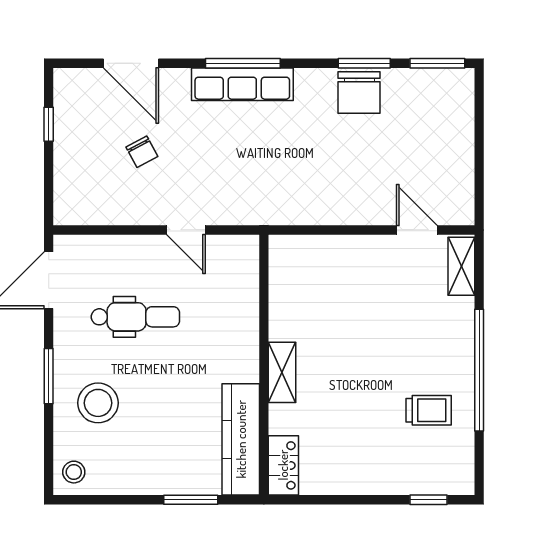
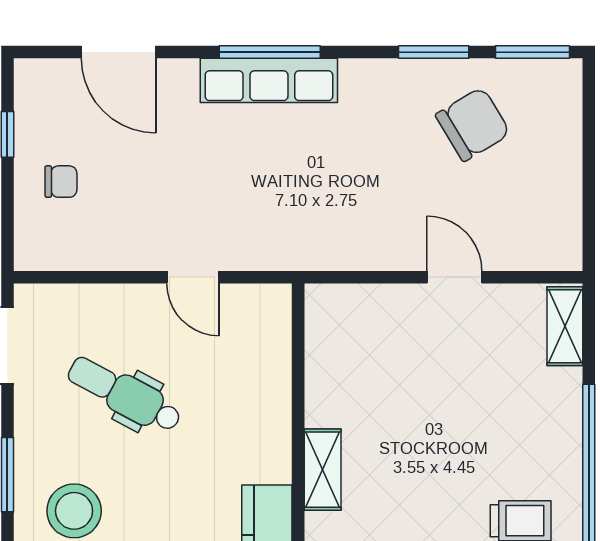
chair: (359, 92) -> (473, 124), moved, turned -121
chair: (142, 152) -> (61, 182), moved, turned -62
door: (417, 230) -> (454, 277), moved
dental chair: (135, 317) -> (125, 395), turned -152

